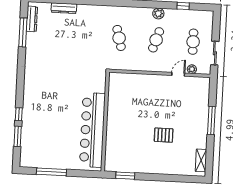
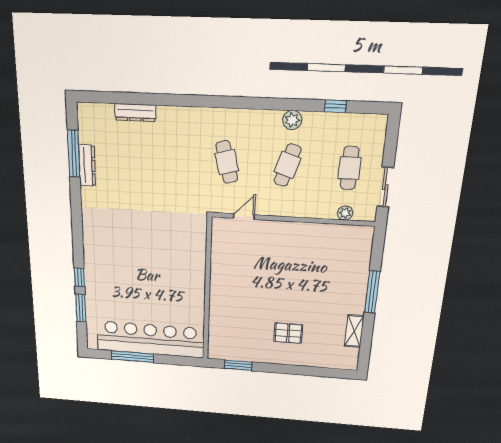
dresser: (32, 19) -> (87, 165), moved
door: (178, 74) -> (244, 217), moved
bar counter: (92, 130) -> (150, 339), moved, turned 90
pallet: (164, 135) -> (288, 333), moved
shelving: (201, 160) -> (354, 331), moved

